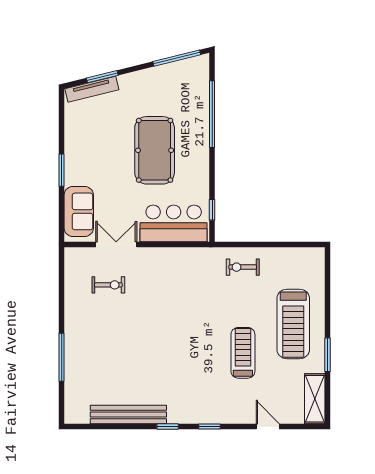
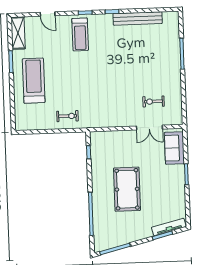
bar counter: (174, 223) -> (113, 143), removed
treadmill: (243, 353) -> (80, 34), moved

